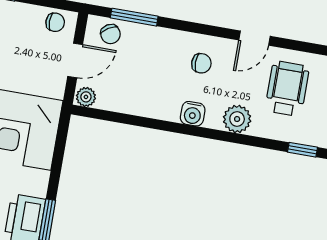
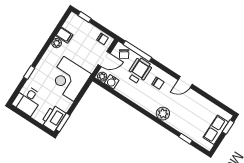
window: (134, 17) -> (137, 51), width x1.44
wheelchair: (287, 89) -> (139, 71), moved
water cooler: (193, 114) -> (112, 82), moved

